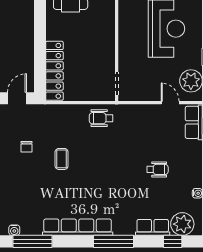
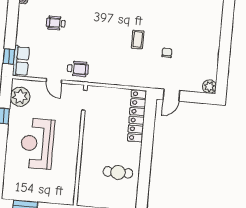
door: (170, 103) -> (54, 81), moved
wheelchair: (101, 118) -> (78, 69), moved

